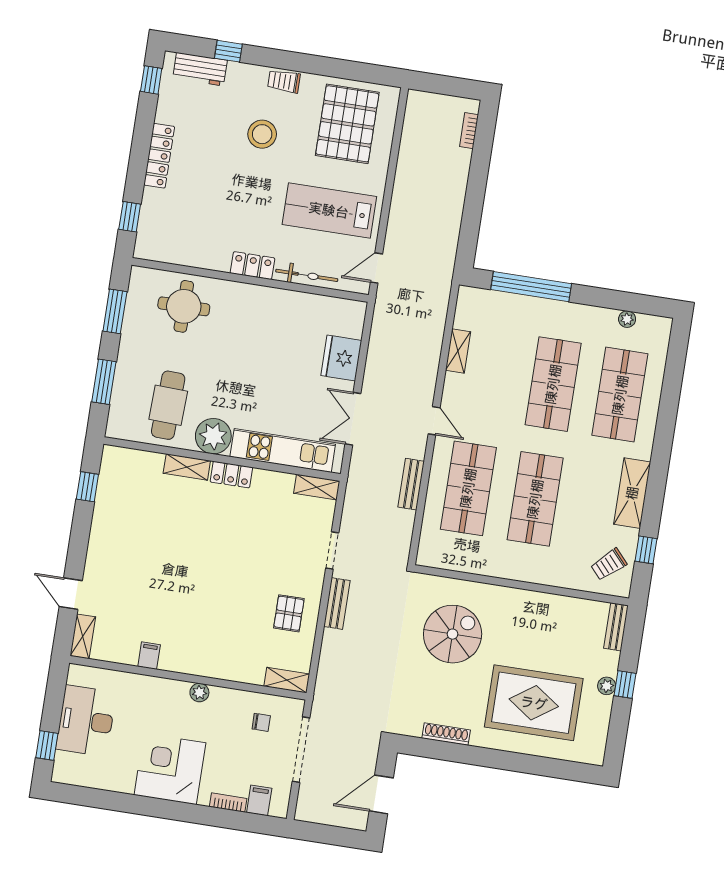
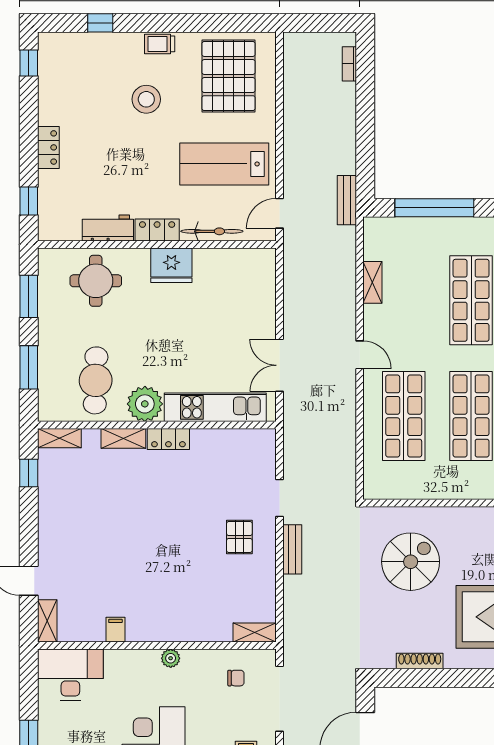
workbench: (200, 69) -> (108, 228), moved, turned 180
locker: (159, 156) -> (48, 147), width x0.66
fridge: (341, 358) -> (171, 265), moved, turned -90
bench: (411, 484) -> (347, 200), moved
shelving: (317, 487) -> (59, 438), moved
pallet: (289, 613) -> (239, 537), moved
desk: (86, 721) -> (70, 675), moved, turned 90

